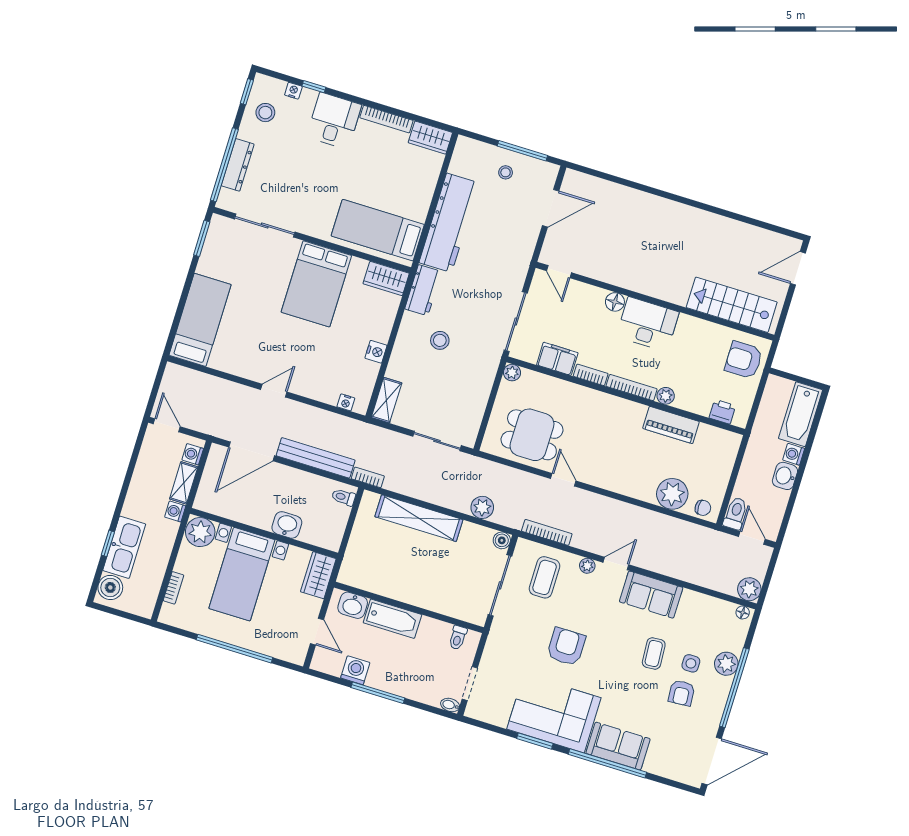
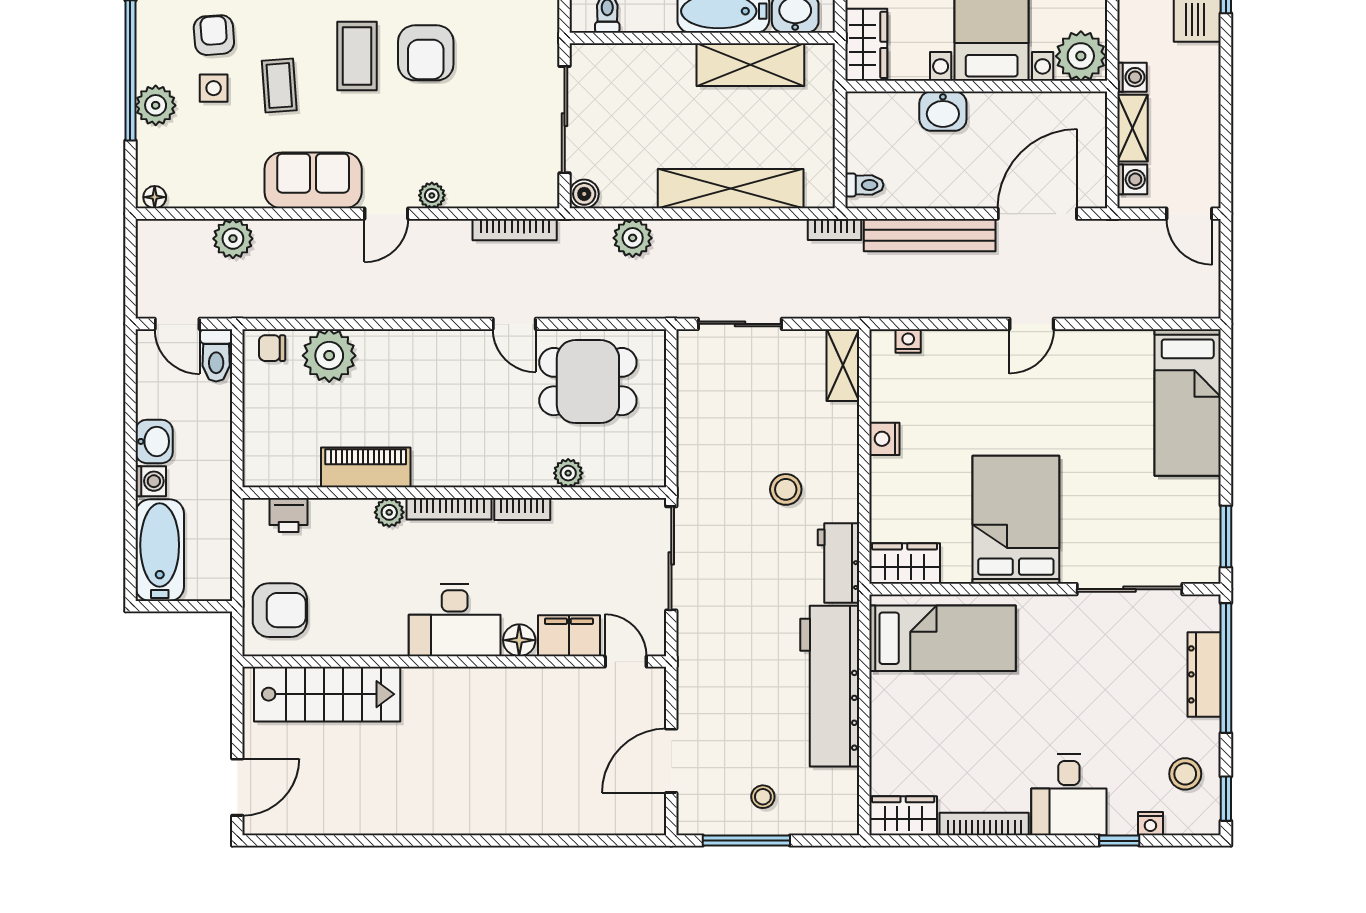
filing cabinet: (557, 359) -> (569, 636), moved, turned 180
plant: (512, 373) -> (568, 473), moved
coffee table: (545, 577) -> (357, 56), moved
shelving: (387, 584) -> (750, 65), added
plant: (749, 589) -> (233, 239), moved

